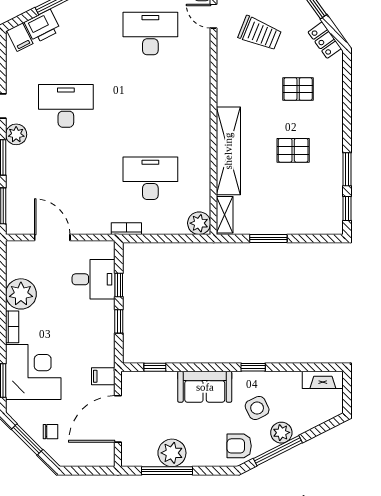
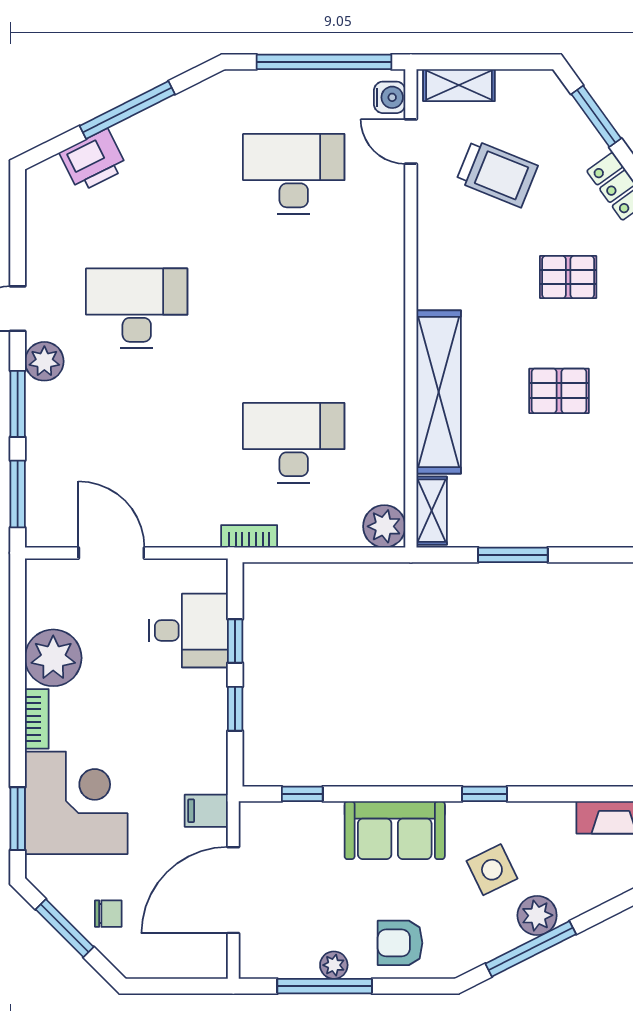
filing cabinet: (20, 37) -> (51, 181), removed
armchair: (239, 446) -> (400, 943), moved
plant: (172, 453) -> (334, 965), width x0.53, depth x0.53

